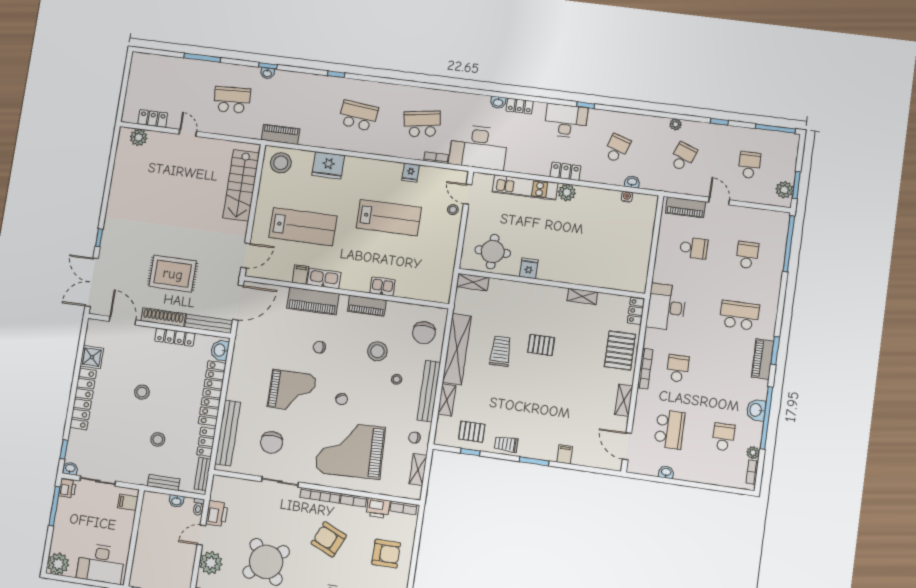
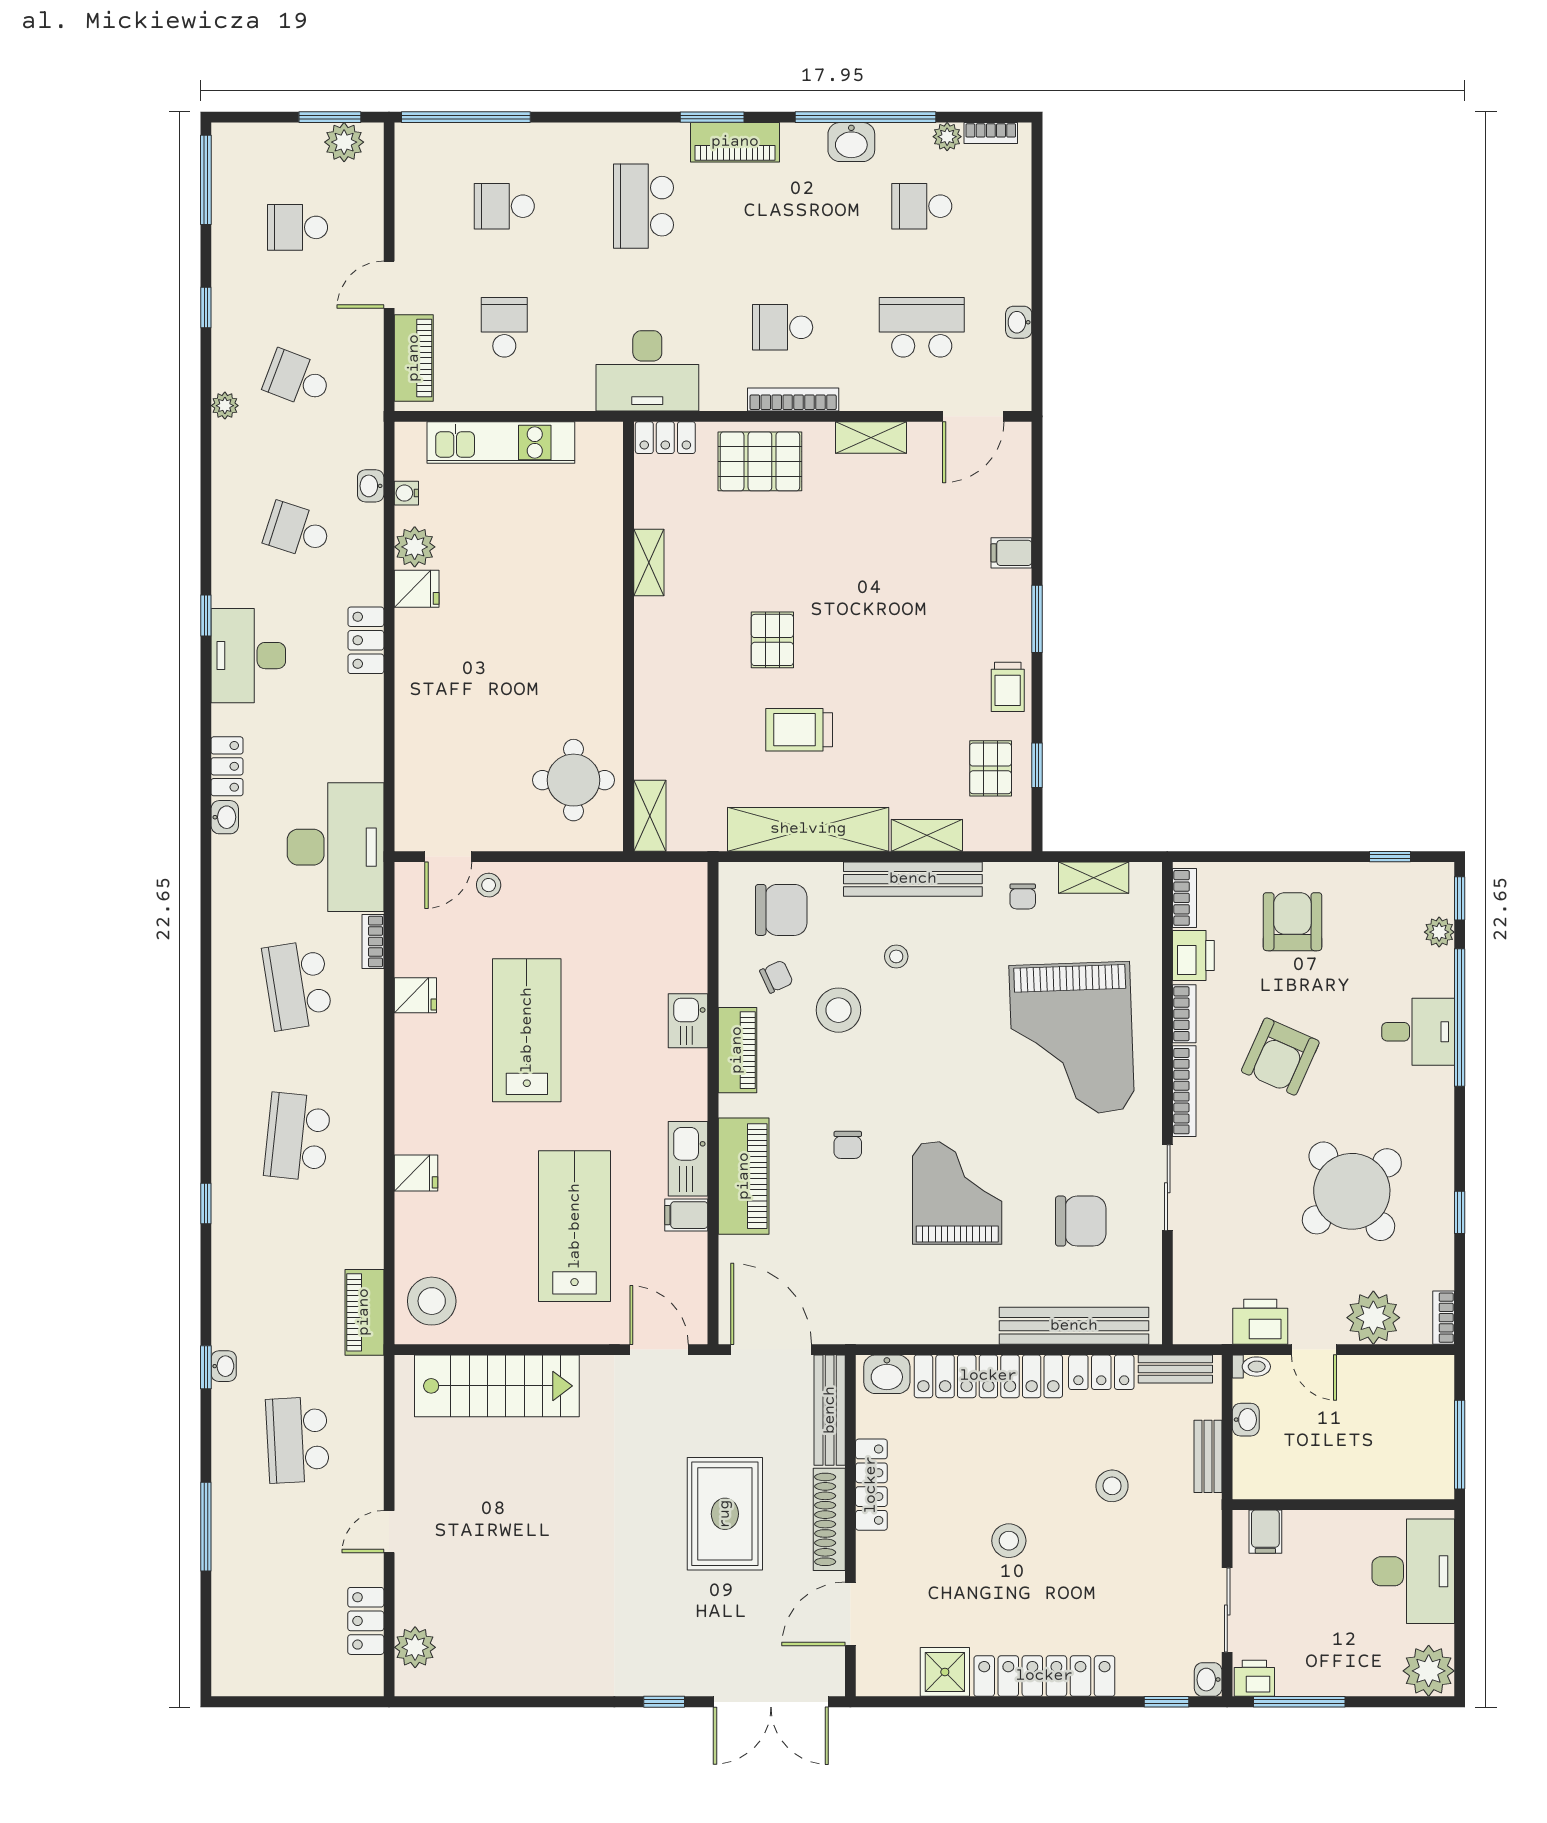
fridge: (328, 165) -> (416, 1173), width x0.53, depth x0.75
kitchen unit: (525, 187) -> (501, 442), moved, turned 90
plant: (567, 193) -> (415, 547), moved
fridge: (529, 268) -> (417, 589), moved, turned 180
chair: (342, 399) -> (776, 977), moved

